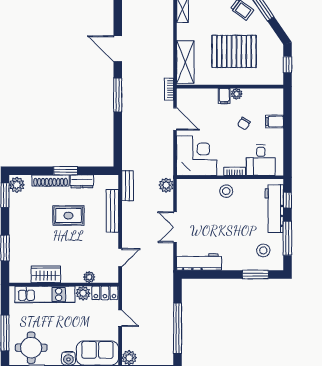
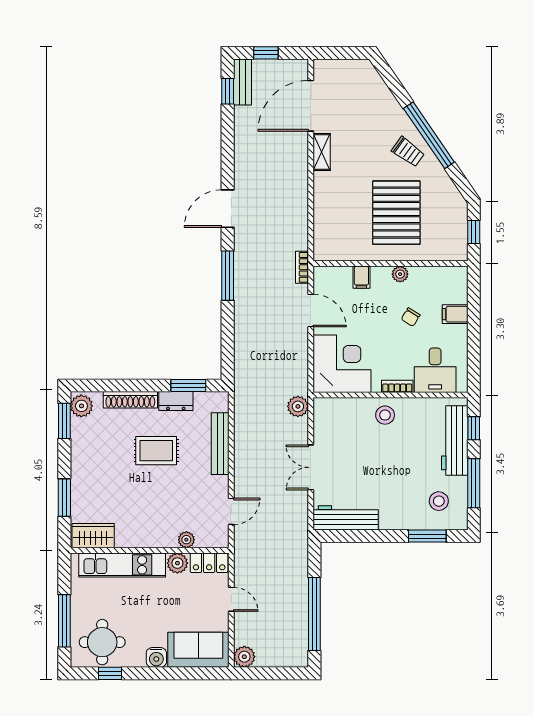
door: (118, 49) -> (228, 209), hinge flipped
pallet: (234, 51) -> (396, 213), turned 90
shelving: (185, 62) -> (326, 228), removed
filing cabinet: (224, 96) -> (361, 277), moved
window: (66, 171) -> (188, 385), moved
bench: (128, 186) -> (242, 407), removed
wardrobe: (46, 274) -> (93, 536), moved

